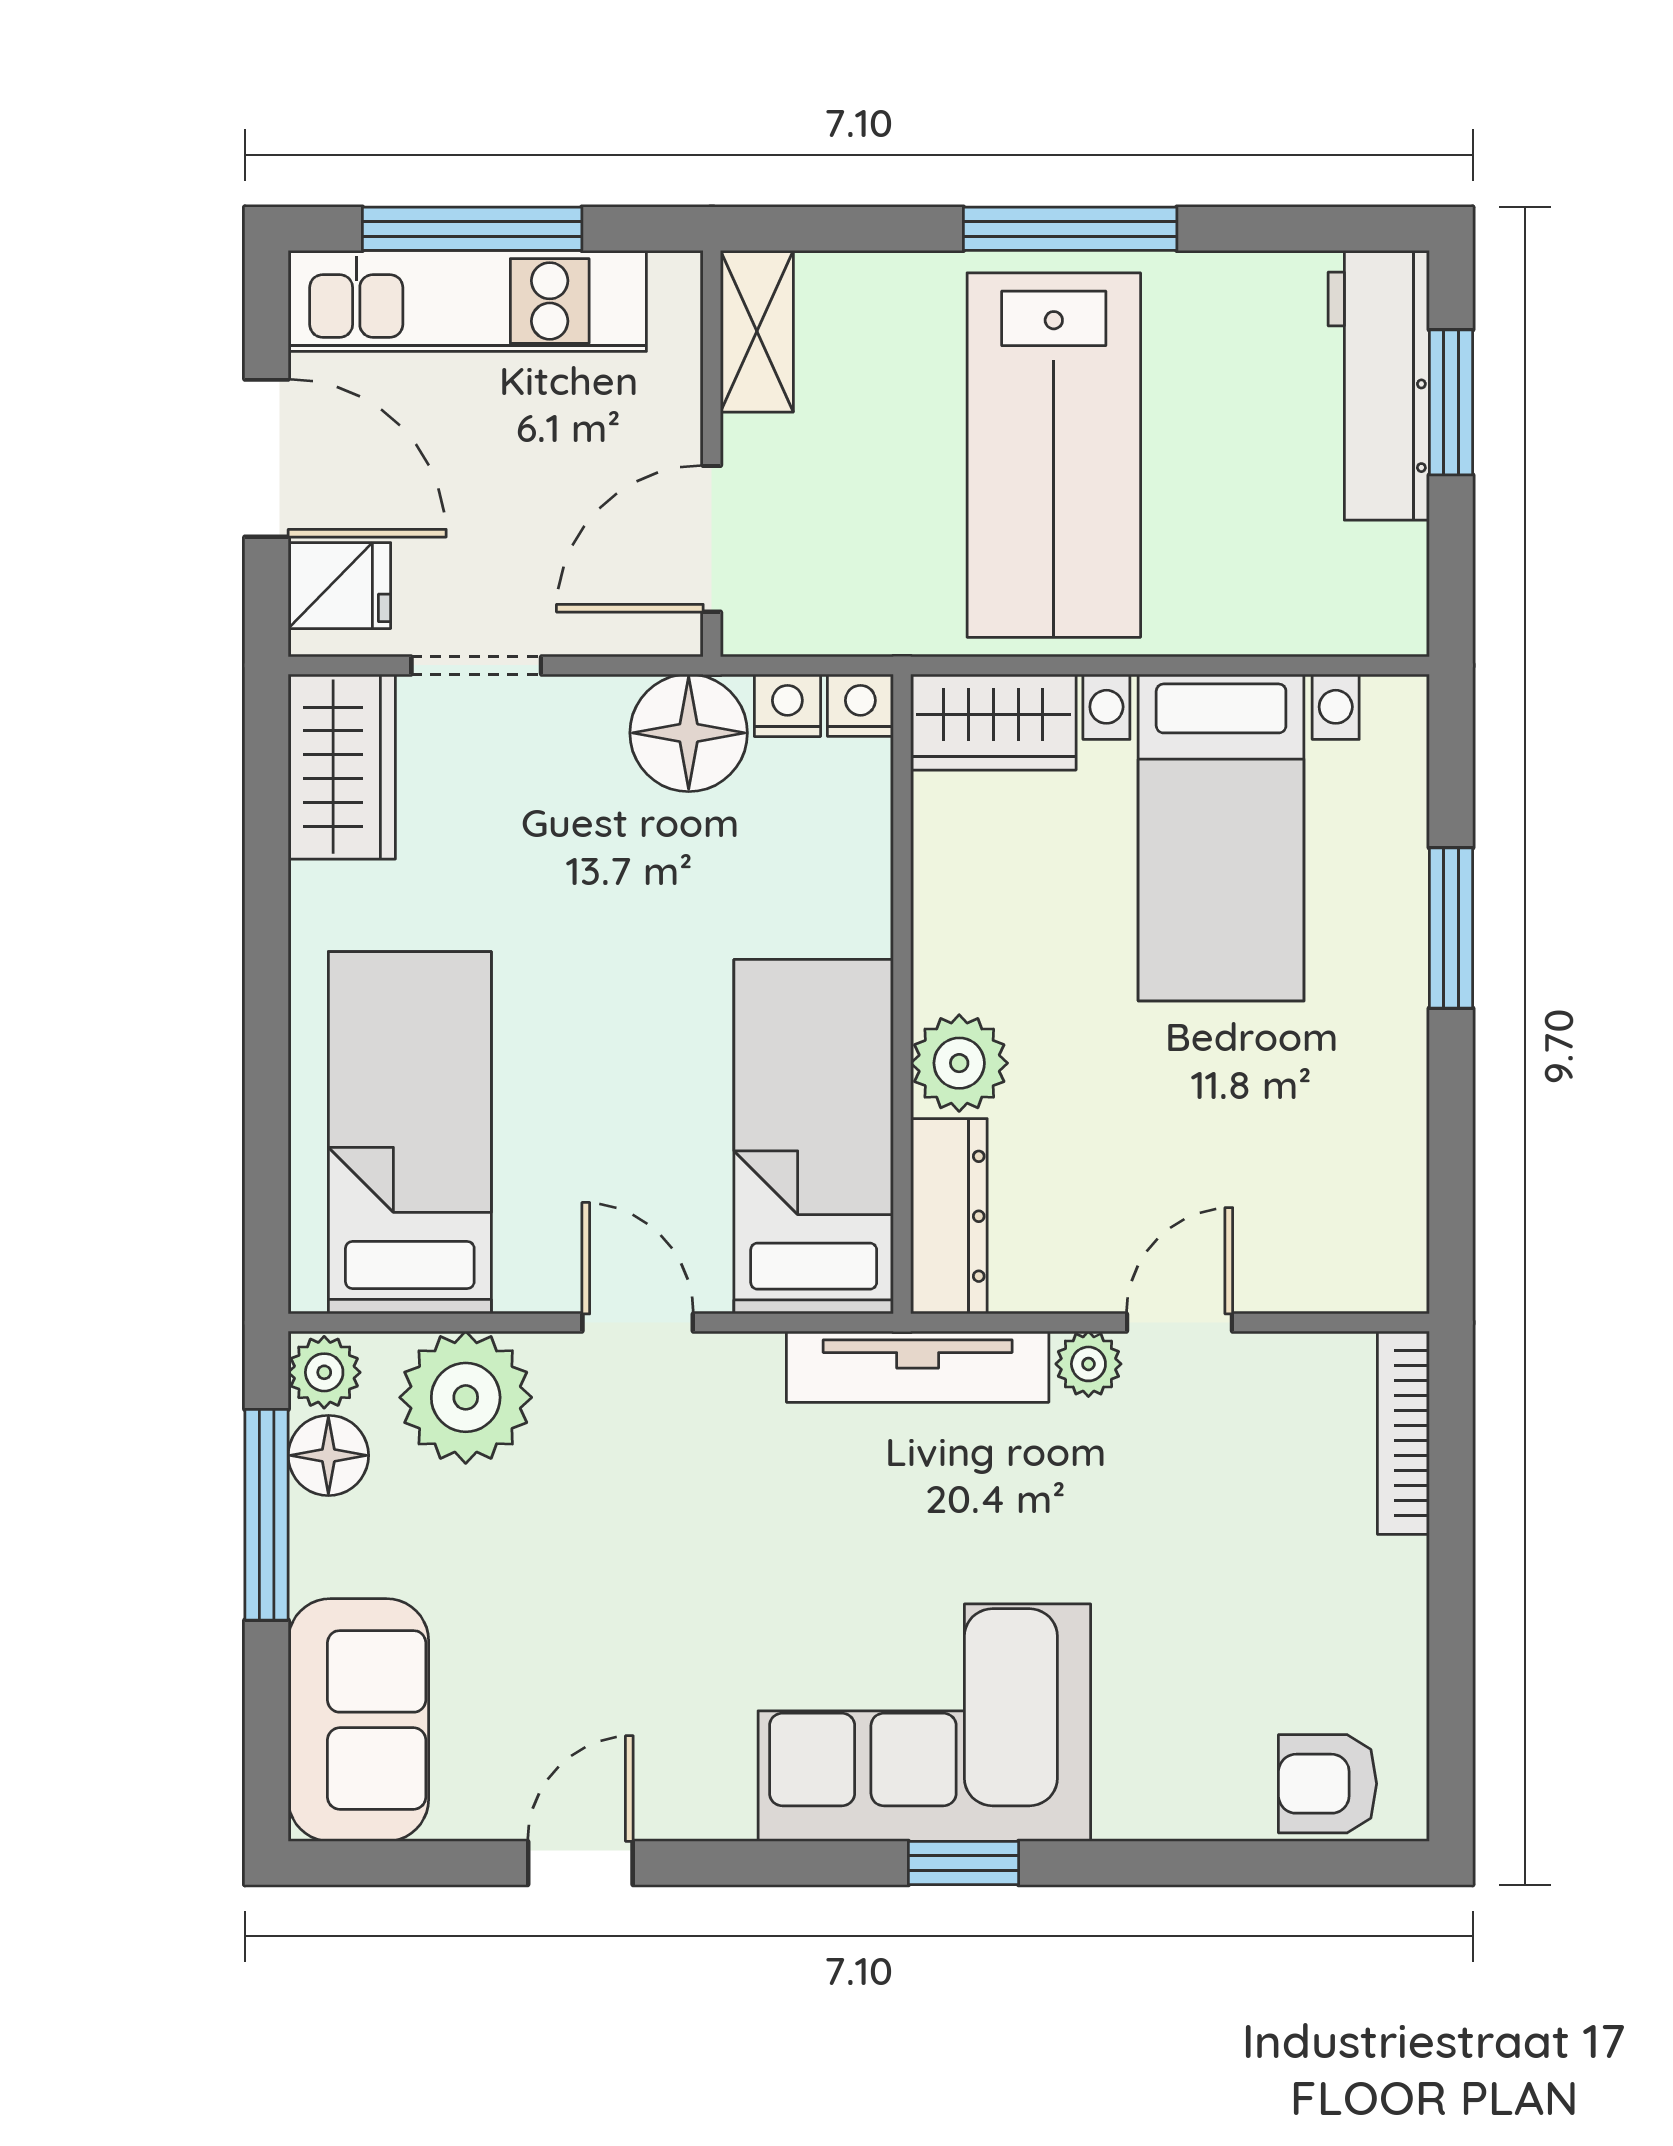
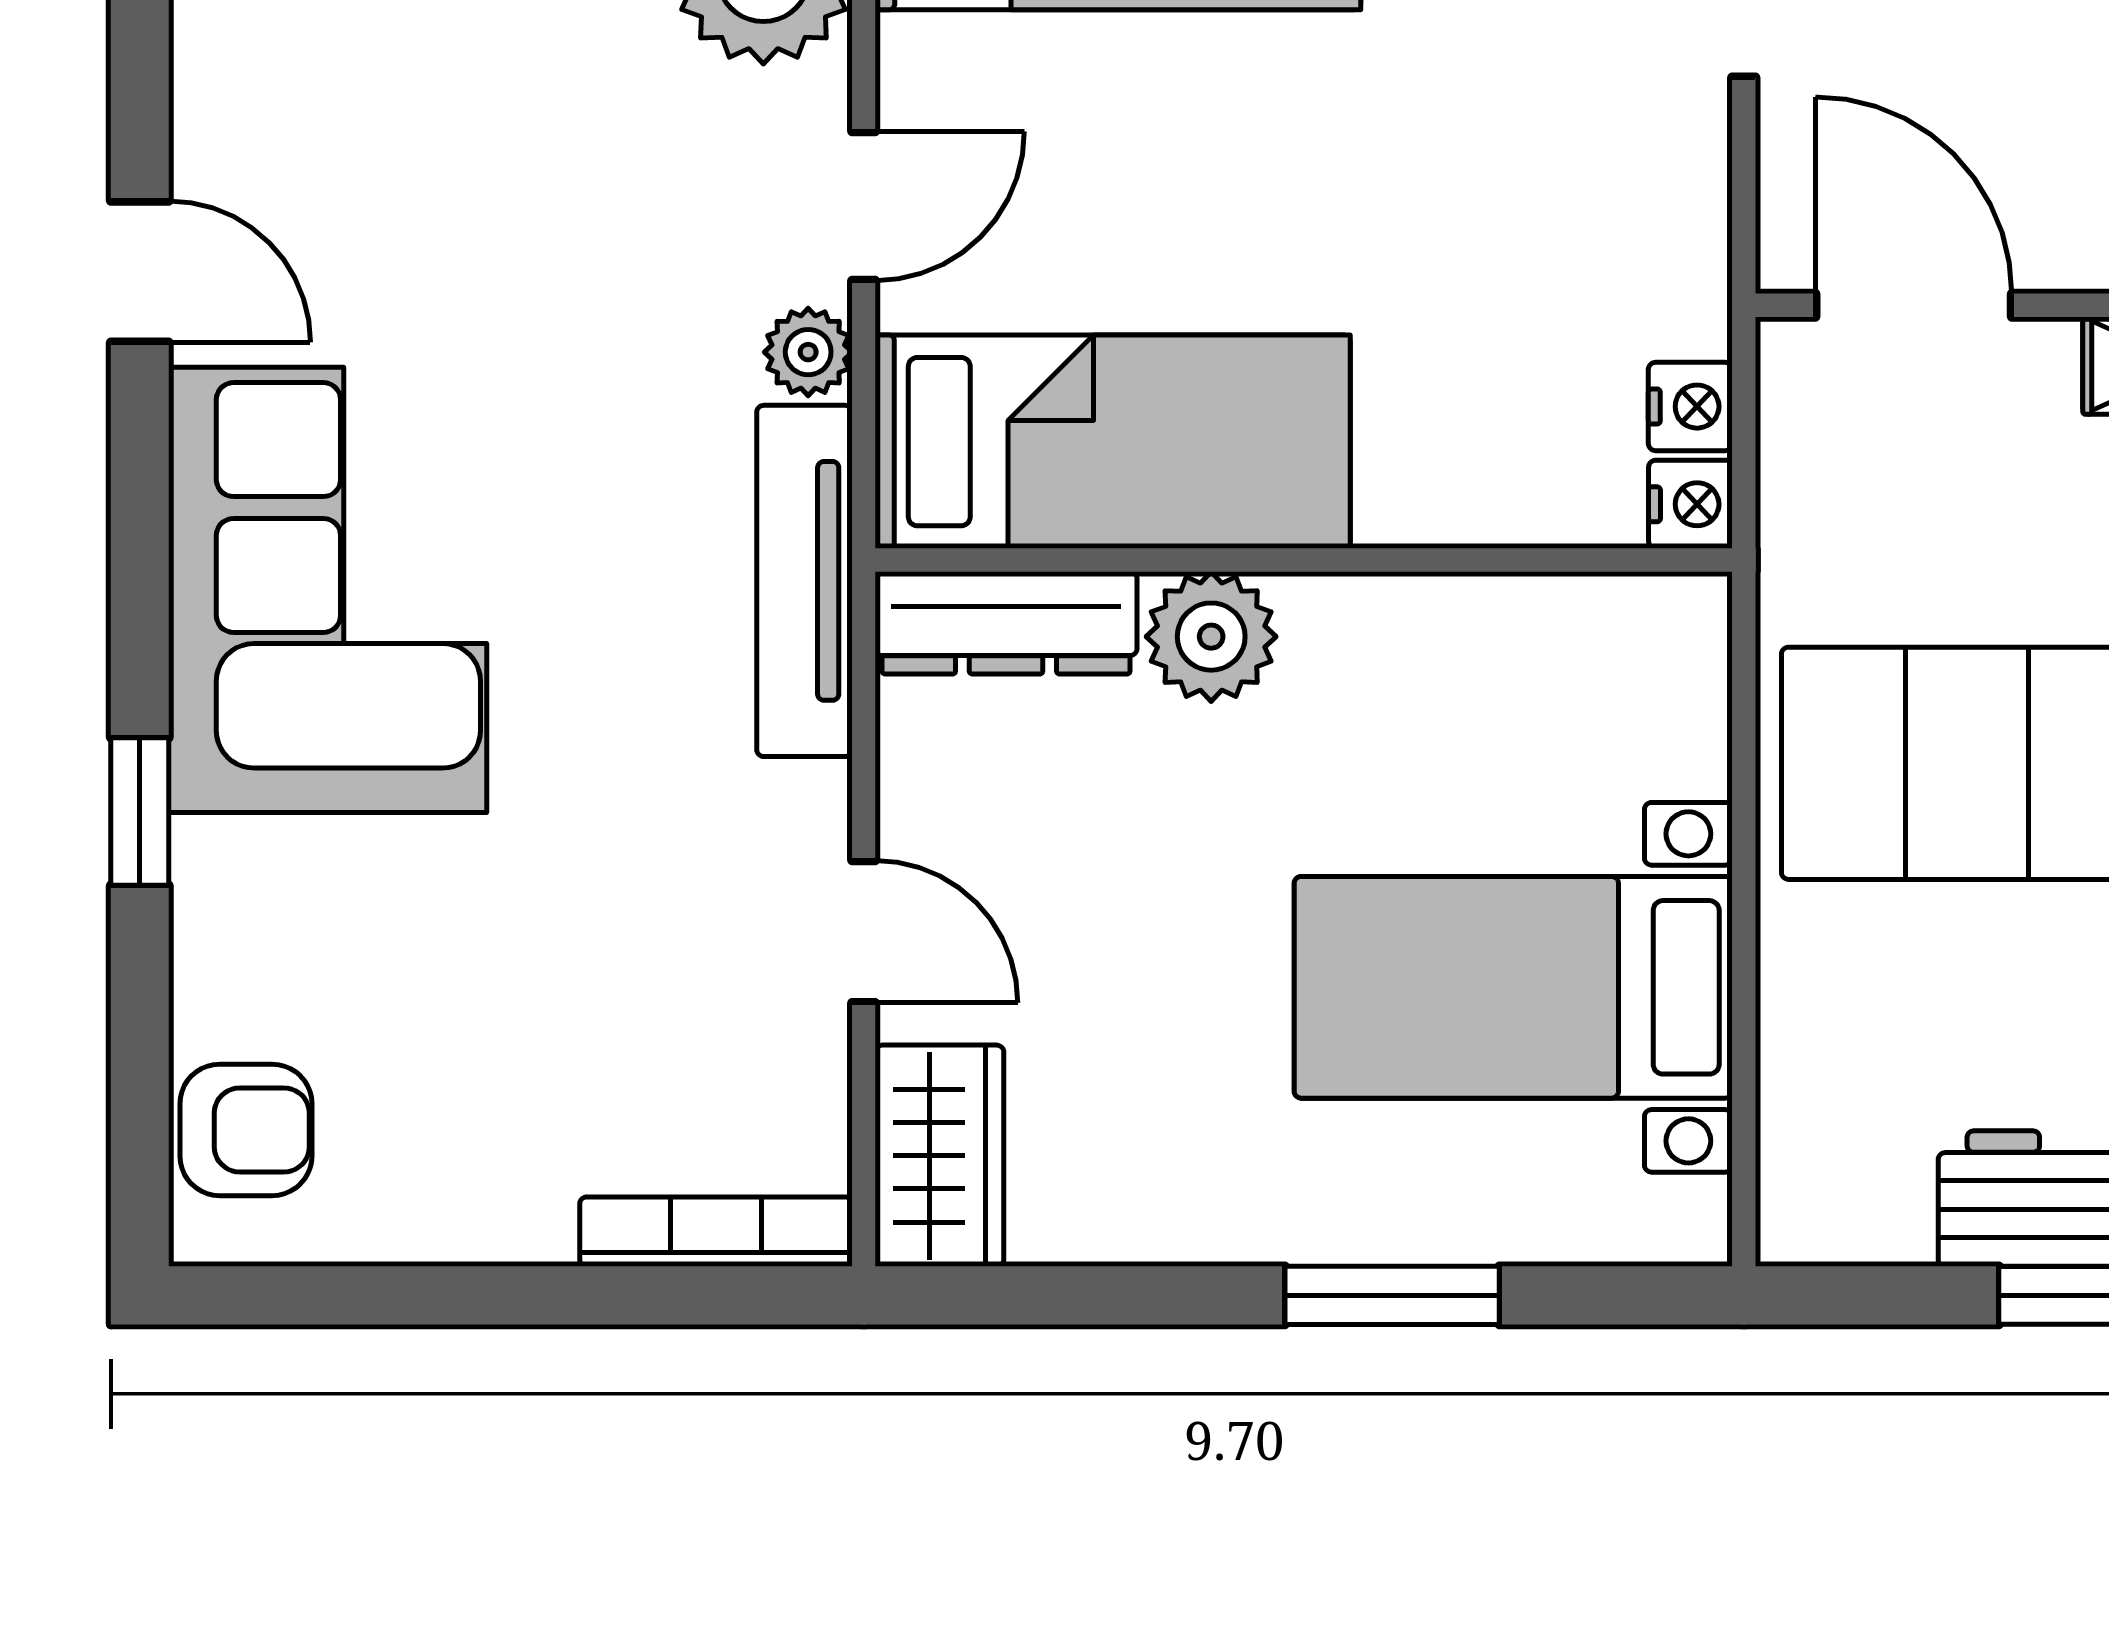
wardrobe: (993, 722) -> (939, 1156), moved, turned 180
floor lamp: (689, 733) -> (1653, 274), removed
plant: (1088, 1364) -> (808, 352), moved
armchair: (1328, 1784) -> (246, 1130), turned 90
door: (580, 1863) -> (140, 272), moved
window: (964, 1863) -> (140, 812), moved

